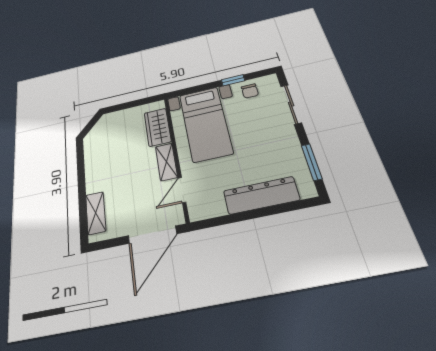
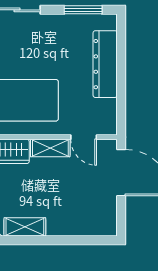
shelving: (96, 213) -> (25, 227), moved

